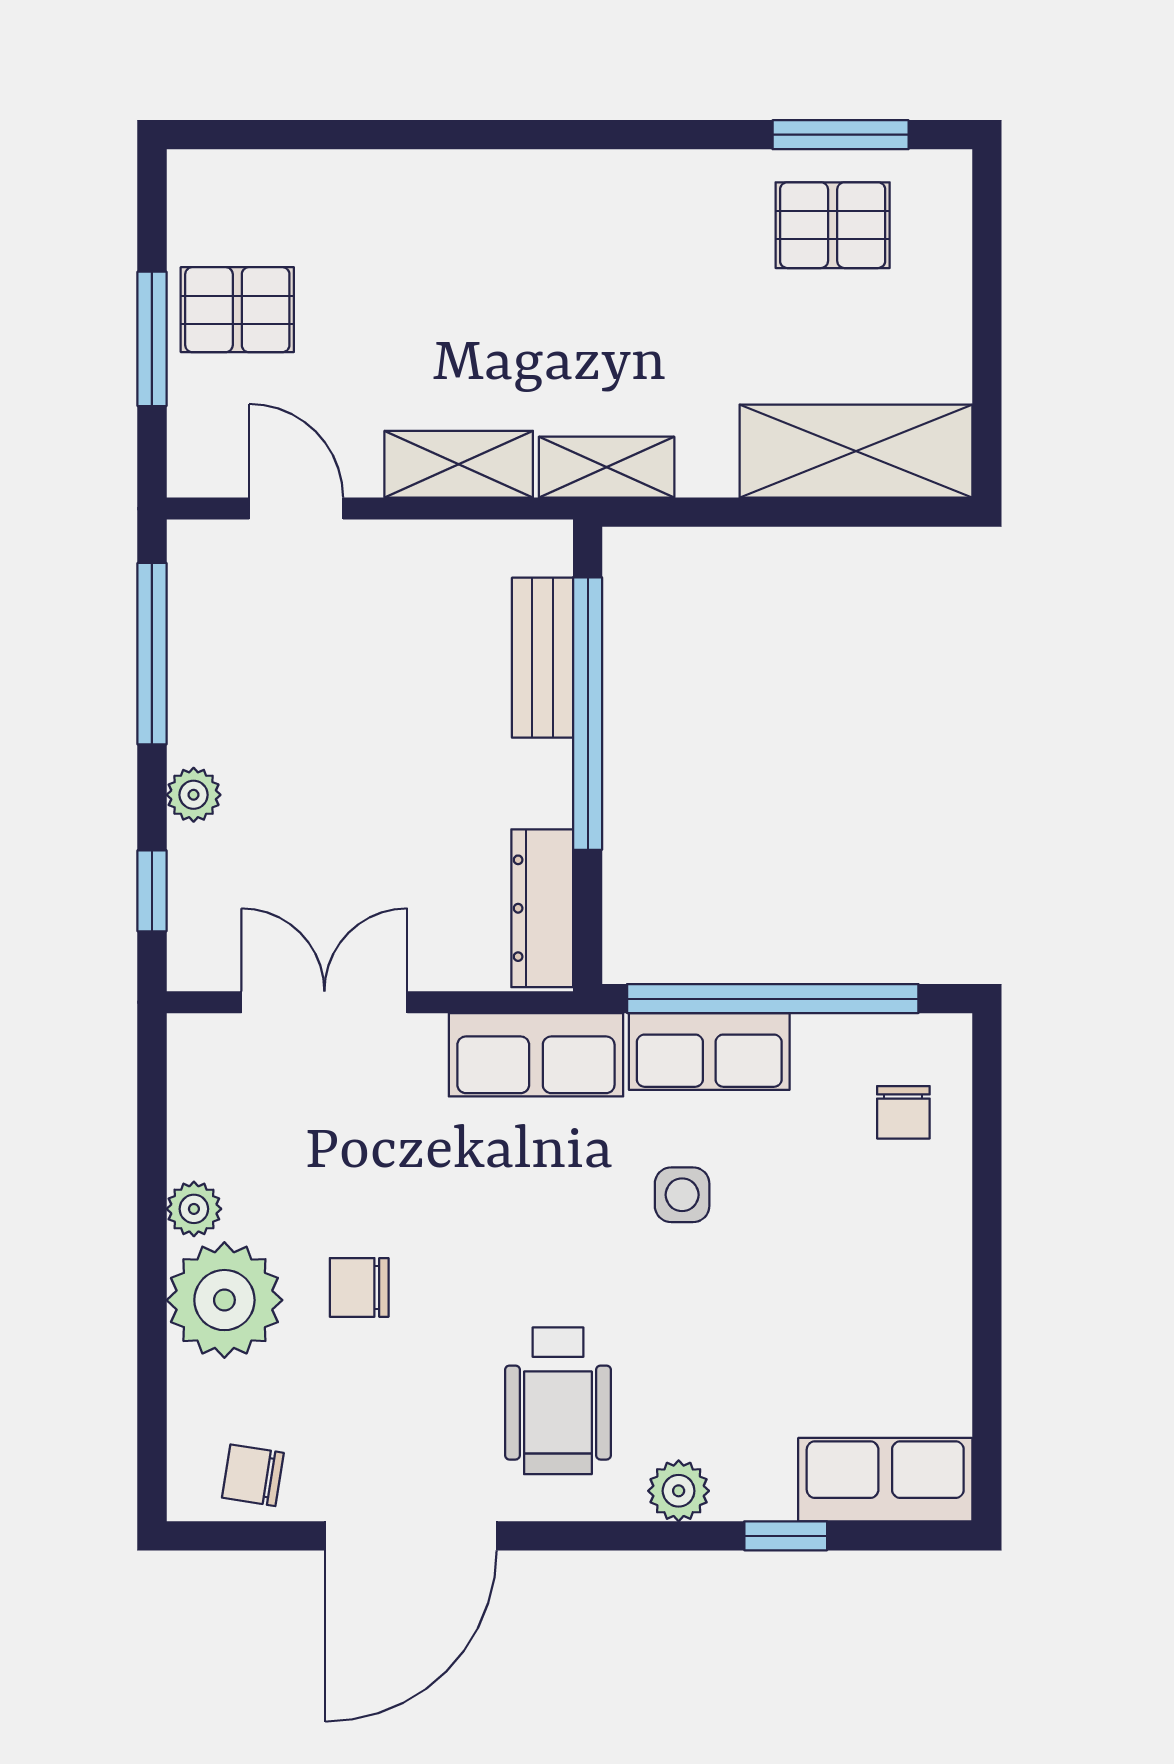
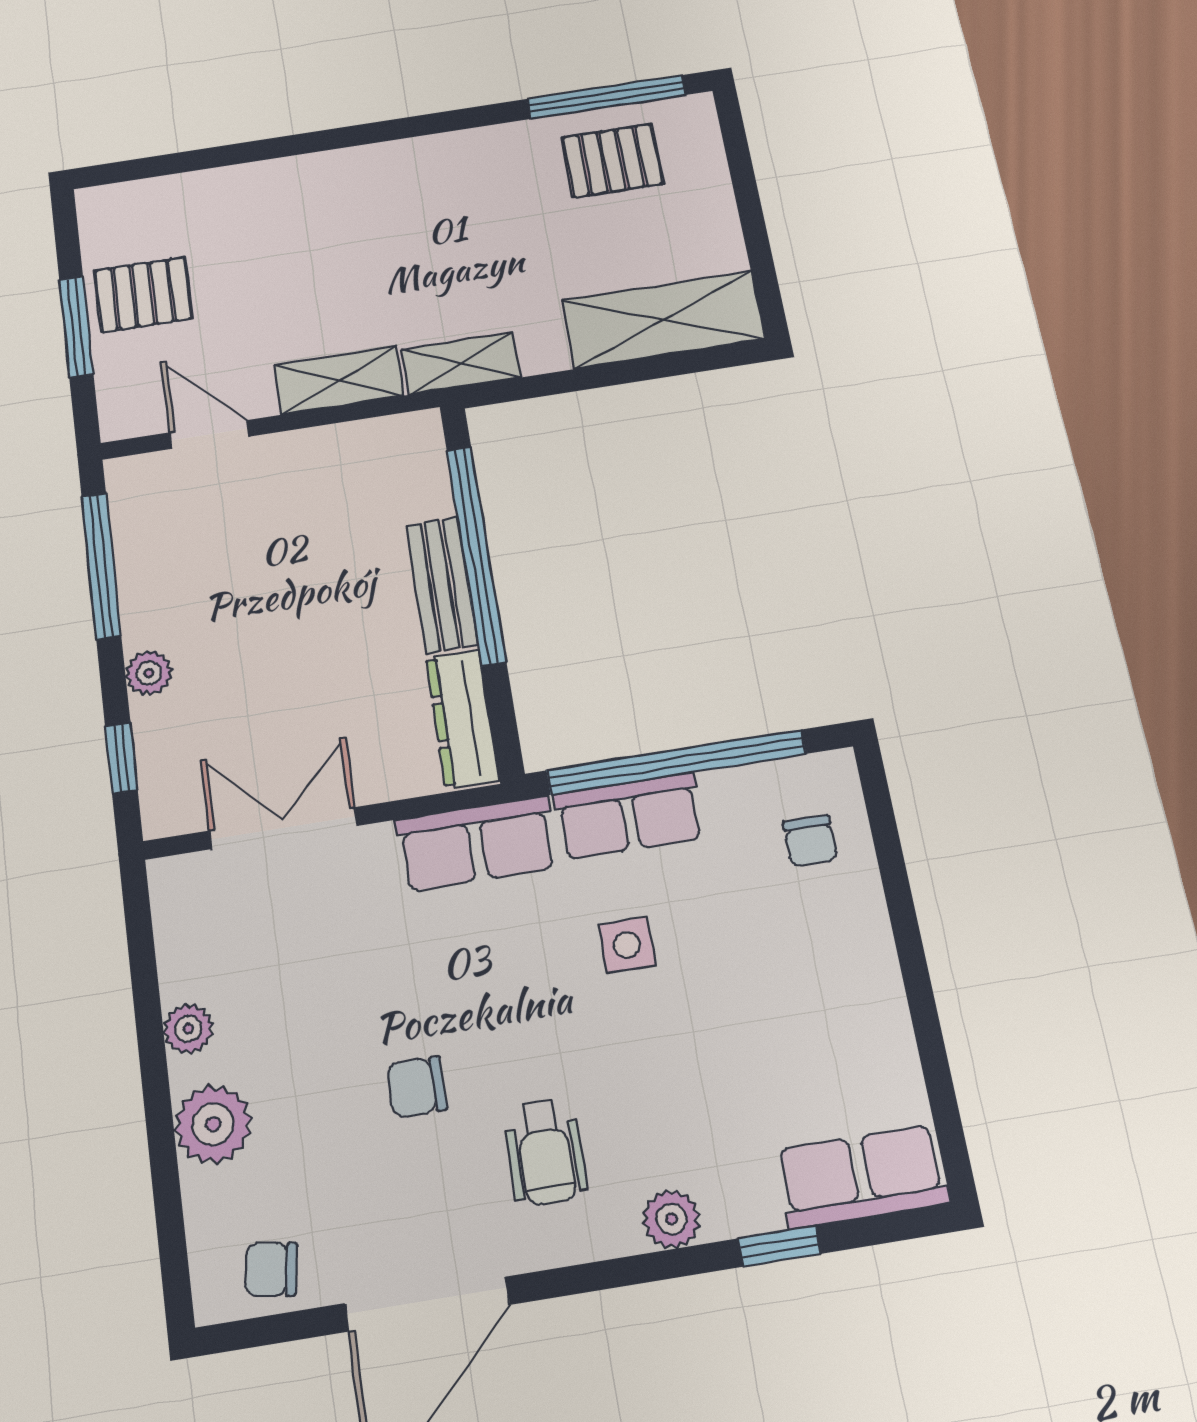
window: (841, 135) -> (607, 97), width x1.44
bench: (542, 658) -> (442, 585), moved
chair: (359, 1287) -> (417, 1087), moved
plant: (224, 1300) -> (213, 1124), width x0.73, depth x0.73
wheelchair: (558, 1401) -> (545, 1152), width x0.73, depth x0.73

